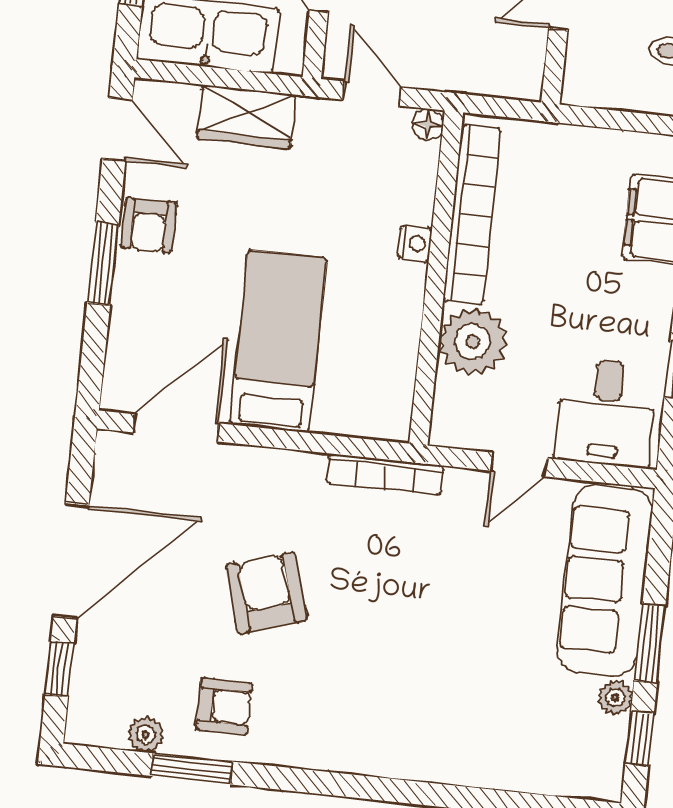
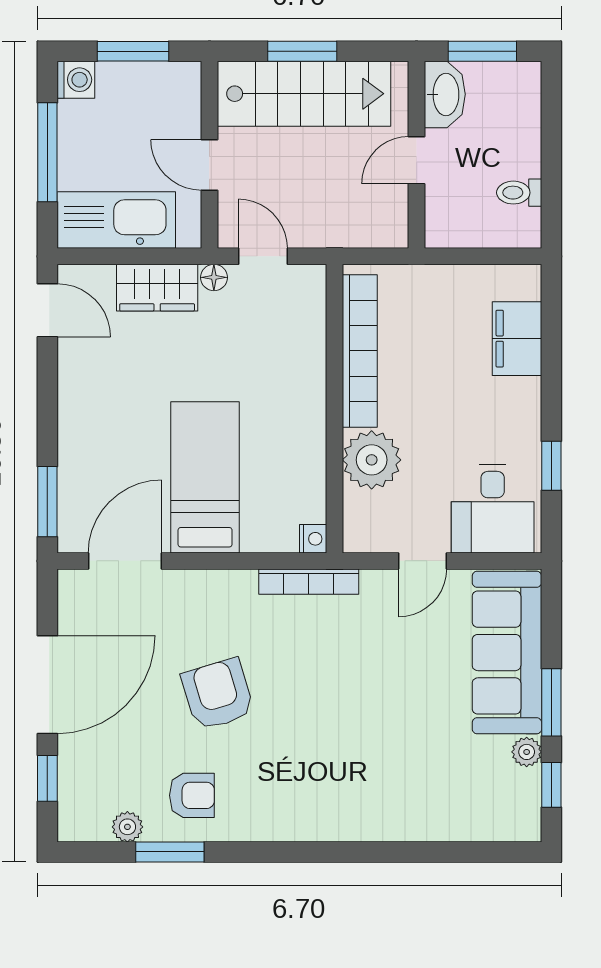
floor lamp: (428, 124) -> (214, 277), moved
armchair: (149, 225) -> (83, 390), removed
nightstand: (415, 243) -> (313, 539), moved
window: (103, 264) -> (47, 502), moved

